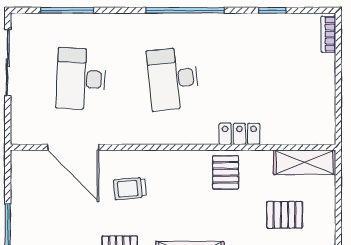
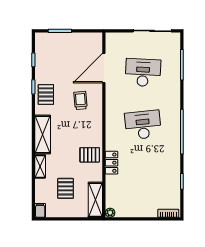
plant: (327, 136) -> (110, 213), added

